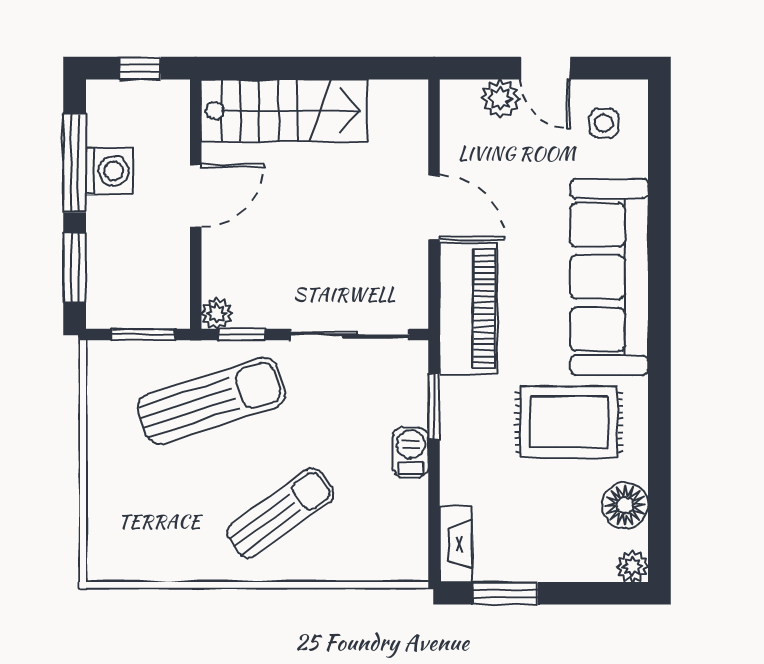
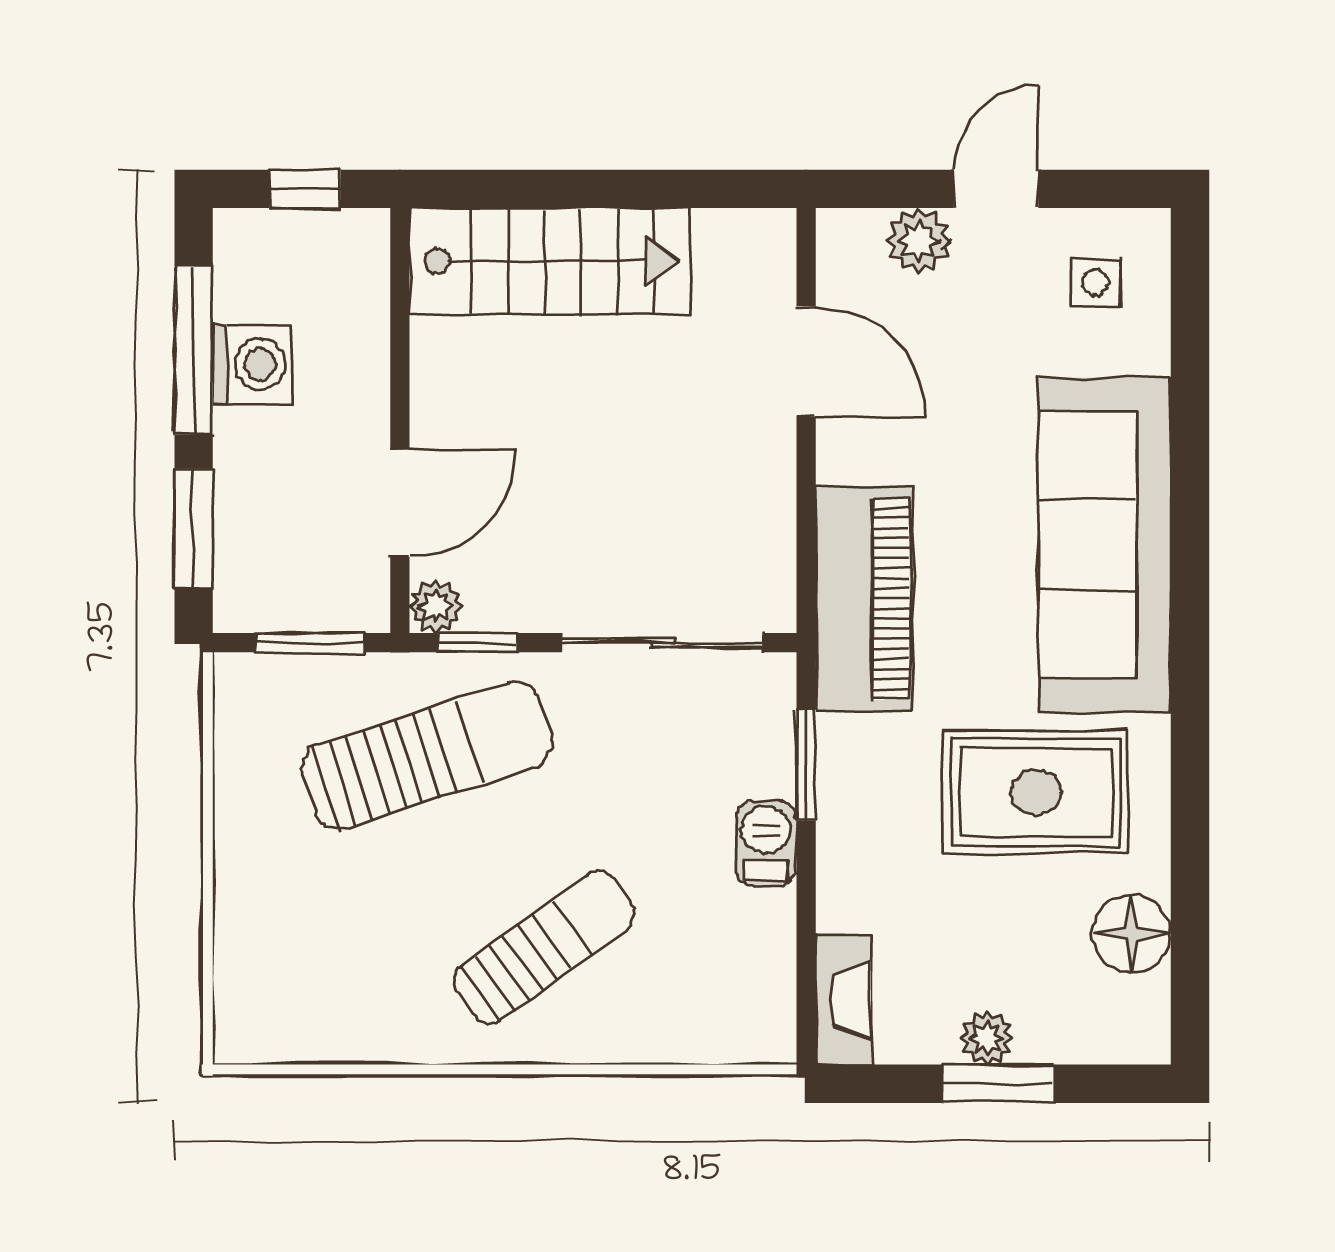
door: (546, 68) -> (996, 189), swing flipped
door: (196, 195) -> (400, 503), moved
door: (434, 207) -> (806, 361), moved
plant: (633, 566) -> (987, 1038), moved
window: (505, 593) -> (998, 1084), moved

